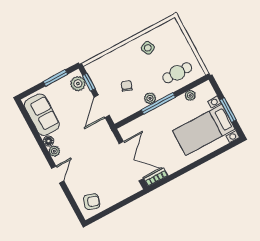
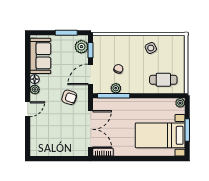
plant: (190, 95) -> (180, 103), moved
plant: (150, 98) -> (116, 88), moved
window: (158, 103) -> (114, 96), moved
armchair: (92, 202) -> (69, 97), moved

